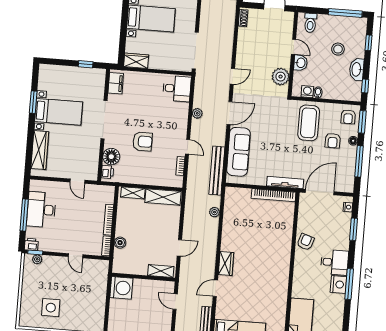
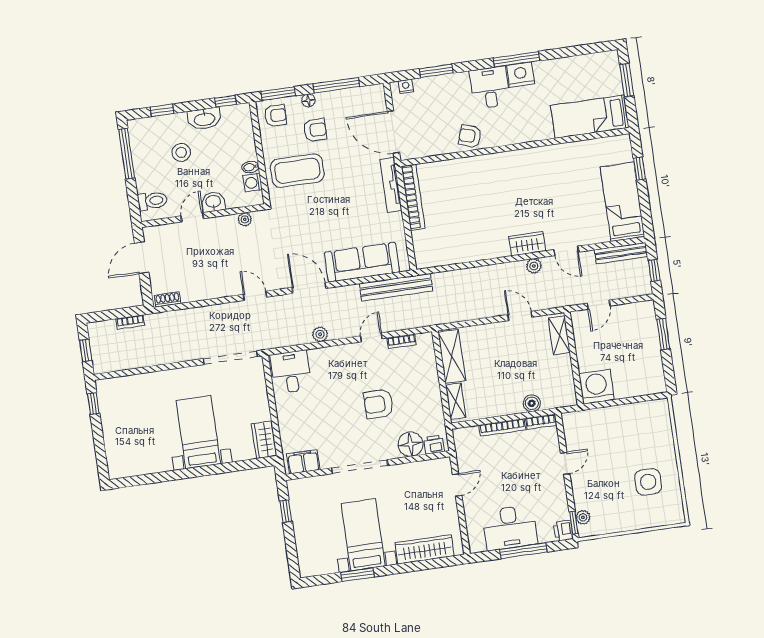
plant: (281, 77) -> (245, 219), width x0.53, depth x0.53
armchair: (143, 142) -> (379, 404), turned -90
plant: (214, 212) -> (534, 266), moved

